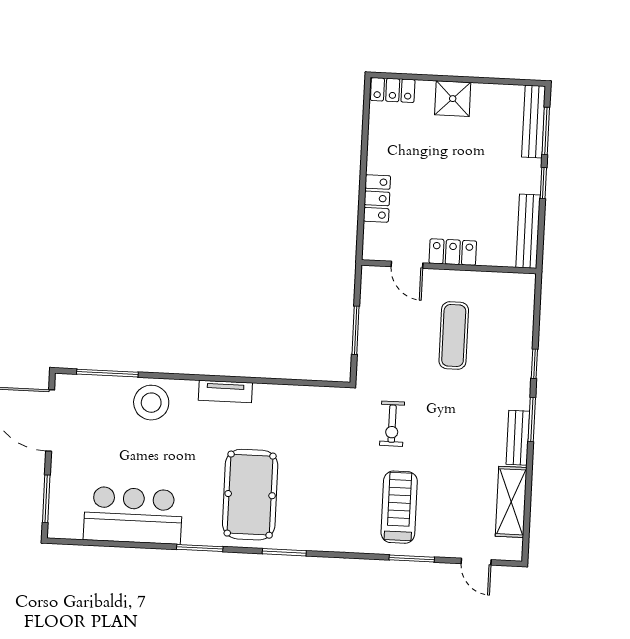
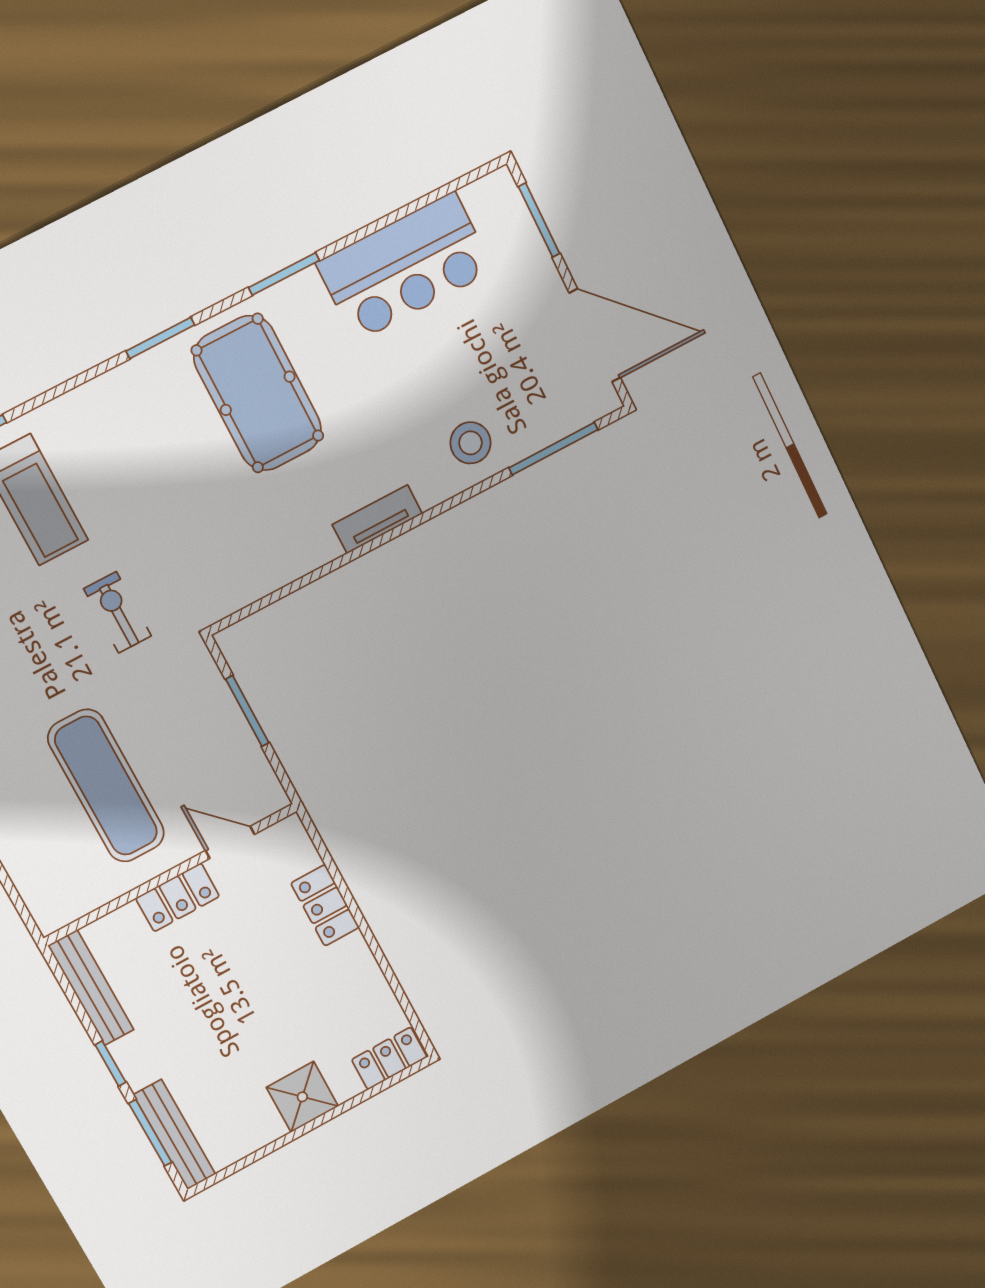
exercise mat: (454, 336) -> (106, 786), width x1.36, depth x1.45
stool: (151, 403) -> (471, 443), width x0.73, depth x0.73

